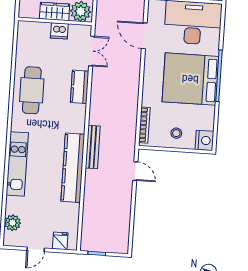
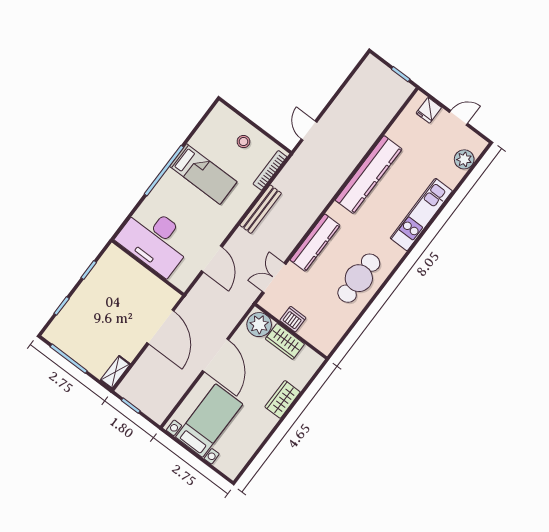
bed: (190, 79) -> (203, 174), width x0.49
kitchen counter: (80, 87) -> (315, 243), width x1.50
nightstand: (204, 140) -> (220, 116), removed
bench: (93, 147) -> (261, 209), moved

